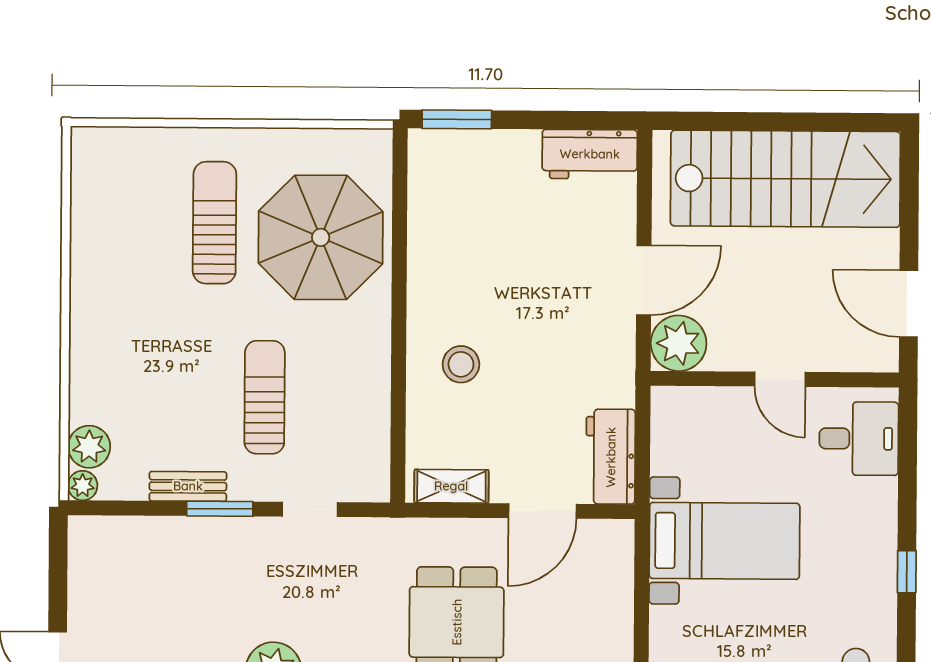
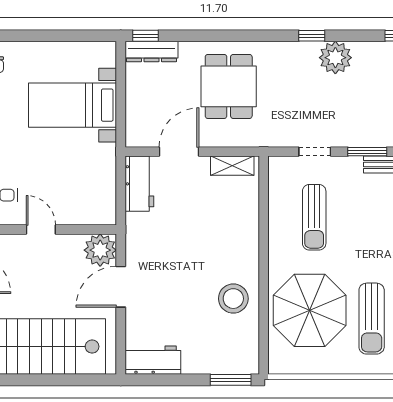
stool: (461, 364) -> (233, 299), moved, width x1.38, depth x1.38
sun lounger: (265, 397) -> (314, 217), moved
bed with nightstands: (724, 541) -> (73, 105), moved

